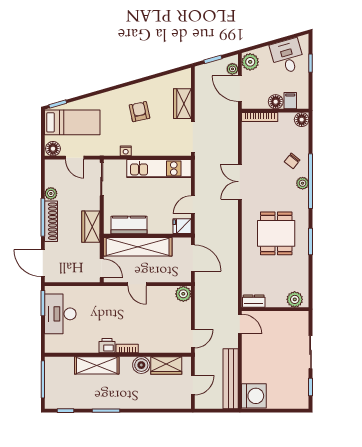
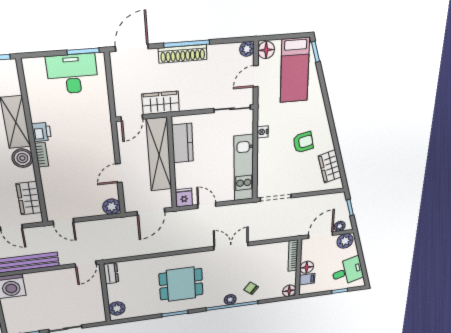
wardrobe: (182, 104) -> (330, 166), moved, turned -106
plant: (51, 193) -> (247, 49), moved
wardrobe: (91, 227) -> (161, 103), moved
door: (137, 284) -> (119, 173), moved
boiler: (141, 365) -> (22, 158), moved

